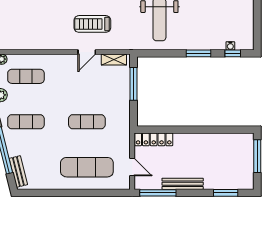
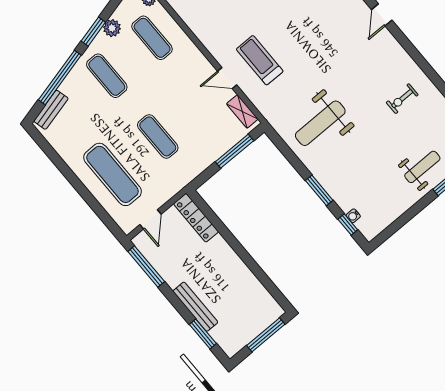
bench: (183, 184) -> (195, 307), moved

